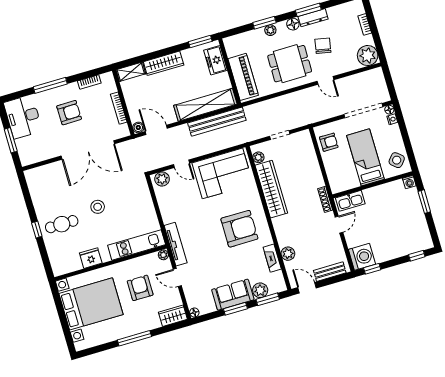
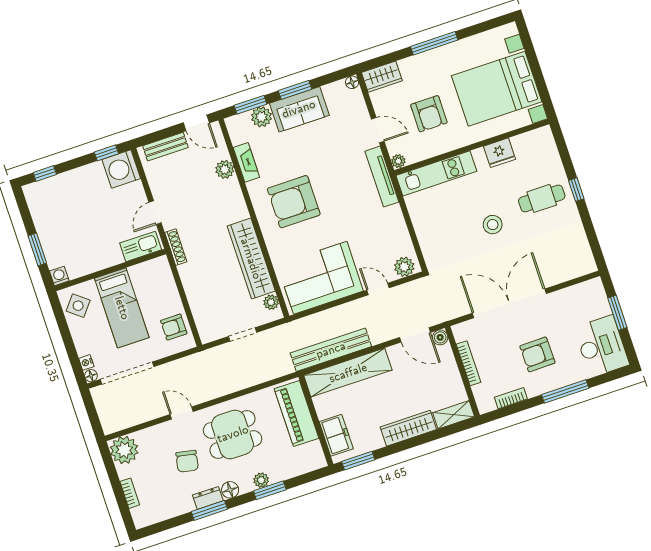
dresser: (313, 18) -> (208, 498), width x0.70

